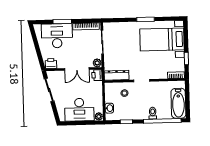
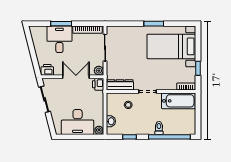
desk: (57, 36) -> (59, 39), width x0.73
double door: (77, 69) -> (76, 77), swing flipped
bathtub: (178, 103) -> (178, 101), moved, turned -90

